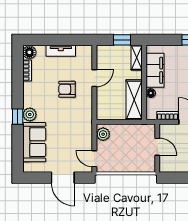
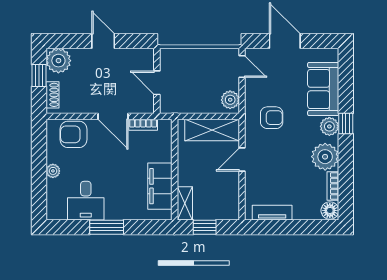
tv unit: (61, 51) -> (272, 213), moved
door: (94, 78) -> (242, 160), moved
armchair: (67, 89) -> (272, 118), moved
plant: (33, 92) -> (325, 157), added
floor lamp: (151, 93) -> (166, 155), removed
shelving: (134, 100) -> (212, 130), moved, turned 90

